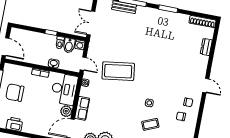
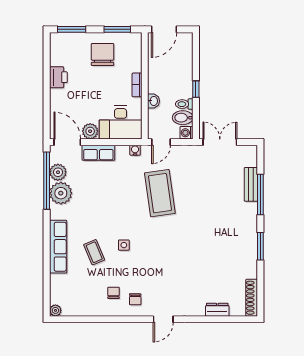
printer: (14, 124) -> (58, 77), moved

